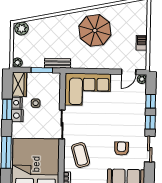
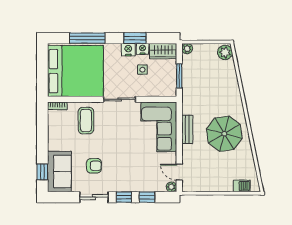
barbecue: (142, 43) -> (242, 186), moved
bench: (58, 63) -> (187, 129), moved
coffee table: (81, 155) -> (86, 121), turned -74

